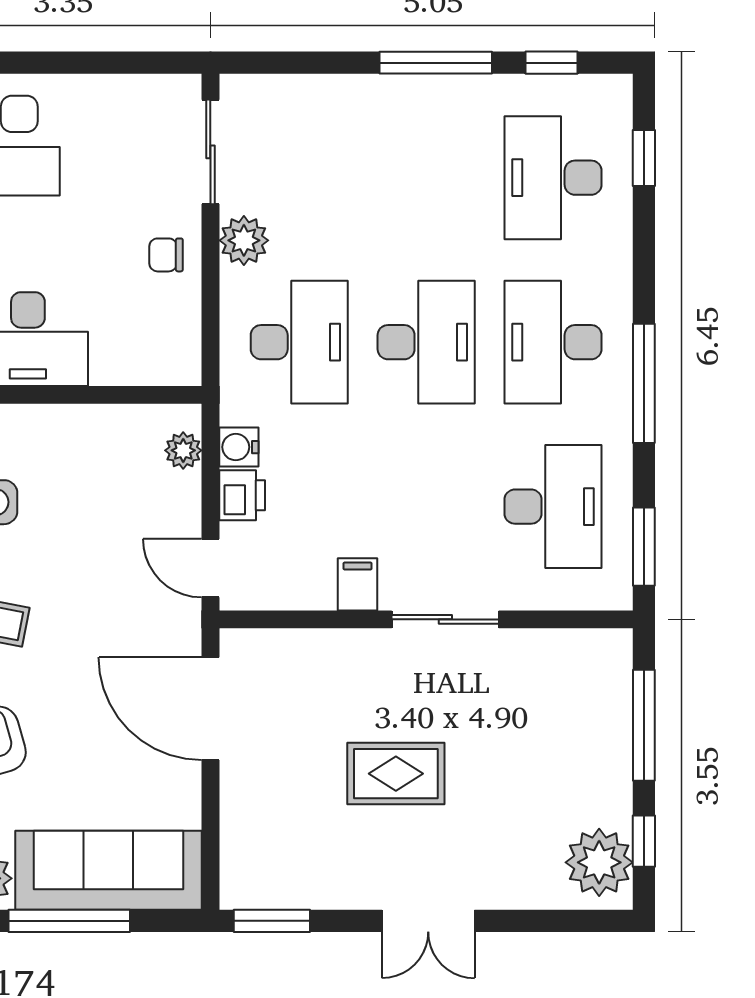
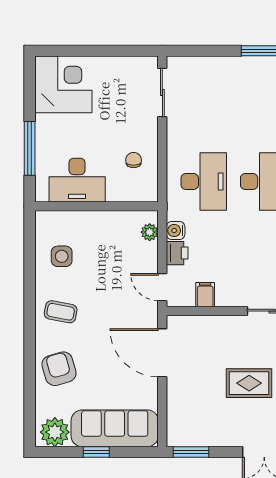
plant: (244, 240) -> (178, 134), removed
chair: (166, 255) -> (134, 160), moved, turned 90
filing cabinet: (358, 584) -> (205, 295), moved
window: (69, 921) -> (96, 452), width x0.46

